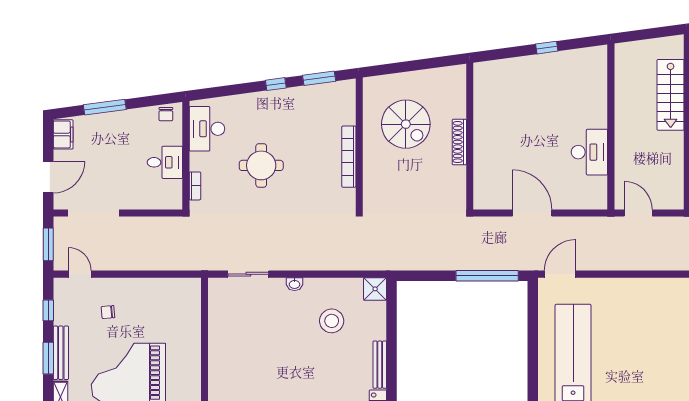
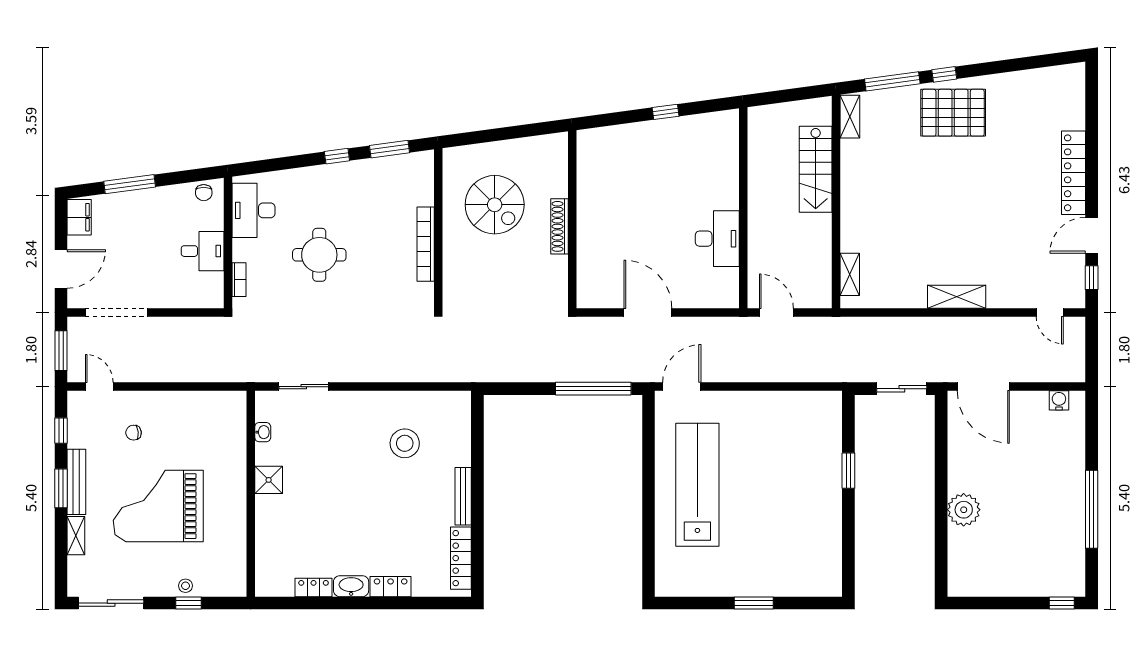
washbasin: (295, 284) -> (263, 432), moved, turned -90
shower: (375, 289) -> (269, 480), moved

